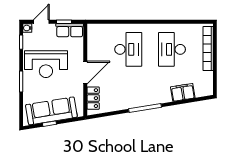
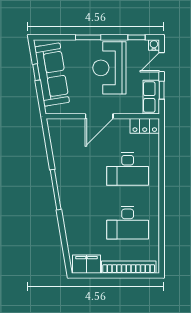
door: (41, 22) -> (162, 62), swing flipped
desk: (172, 49) -> (128, 223), turned 180
door: (85, 73) -> (99, 116), hinge flipped
filing cabinet: (183, 92) -> (87, 264), moved, turned -81
locker: (93, 98) -> (145, 126), moved

